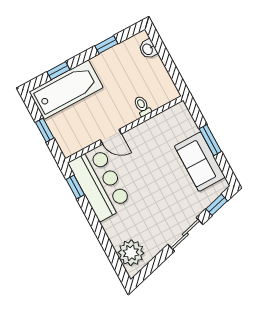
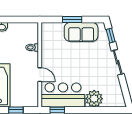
door: (111, 137) -> (40, 75), hinge flipped
plant: (131, 253) -> (94, 99), moved

